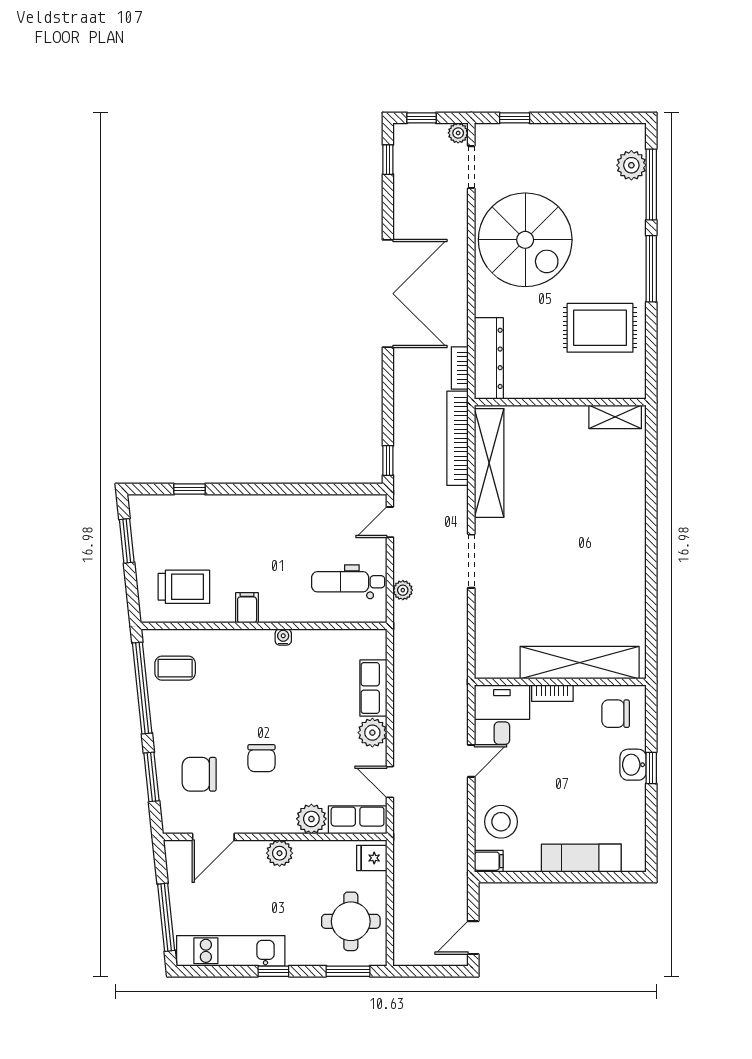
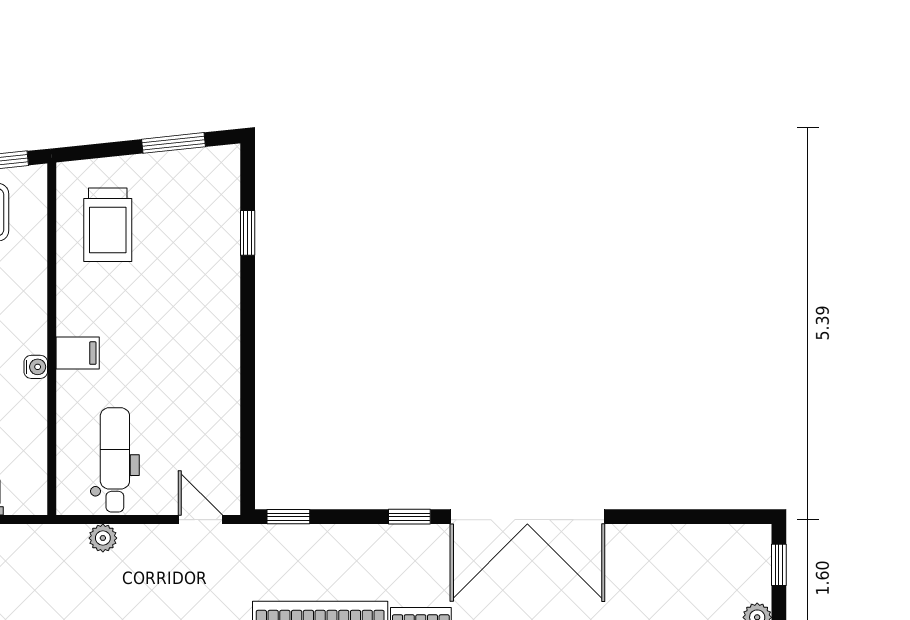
window: (388, 160) -> (409, 517), moved
filing cabinet: (247, 608) -> (78, 353), moved

